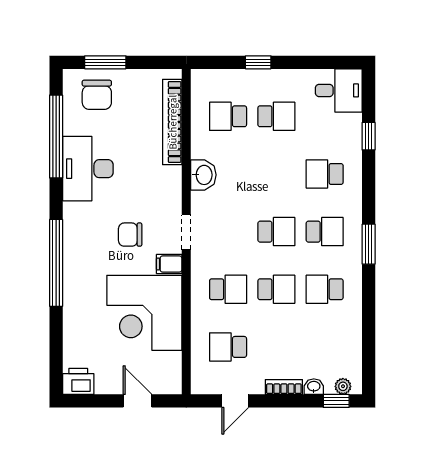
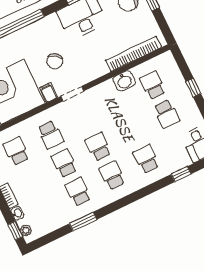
washbasin: (203, 175) -> (124, 81), moved
school desk: (276, 232) -> (98, 147), turned 180
school desk: (325, 232) -> (112, 175), turned 180
chair: (130, 235) -> (55, 61), turned -146
window: (369, 244) -> (83, 222), moved
school desk: (276, 289) -> (64, 163), turned 180

